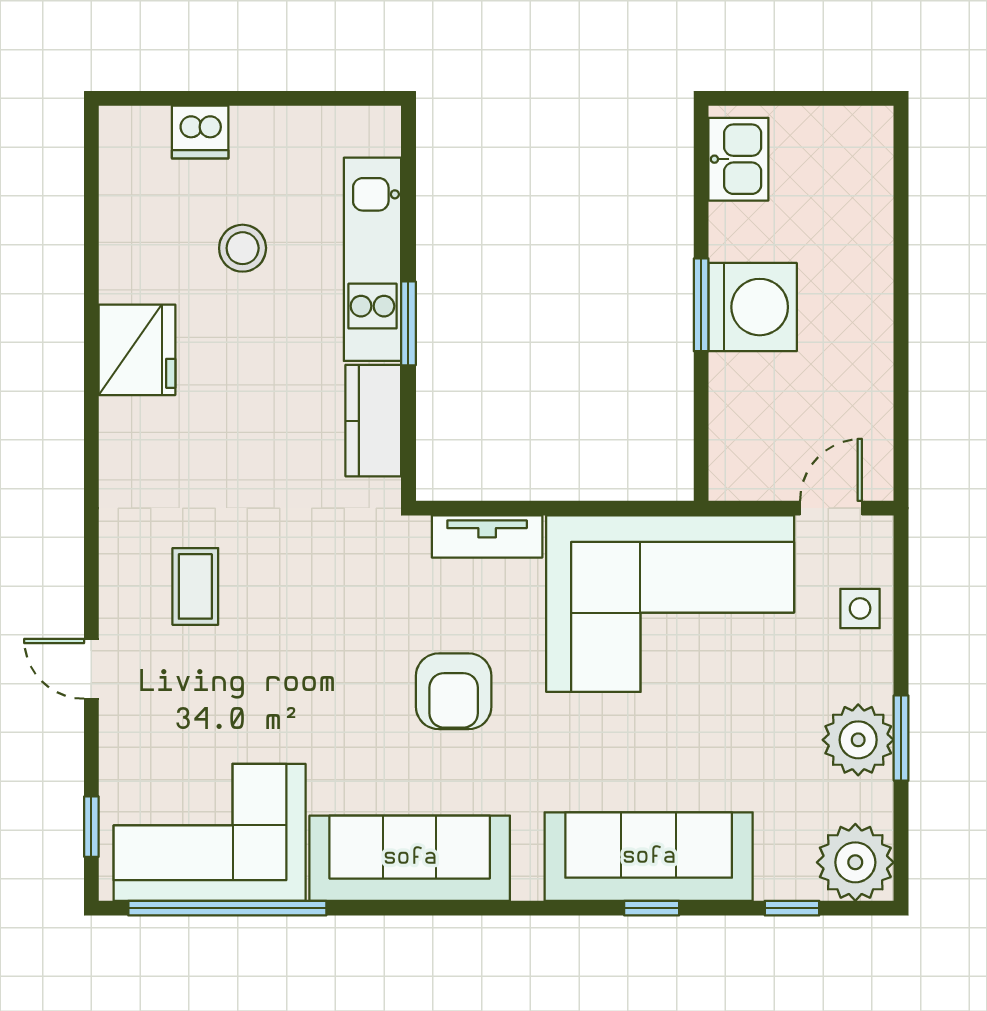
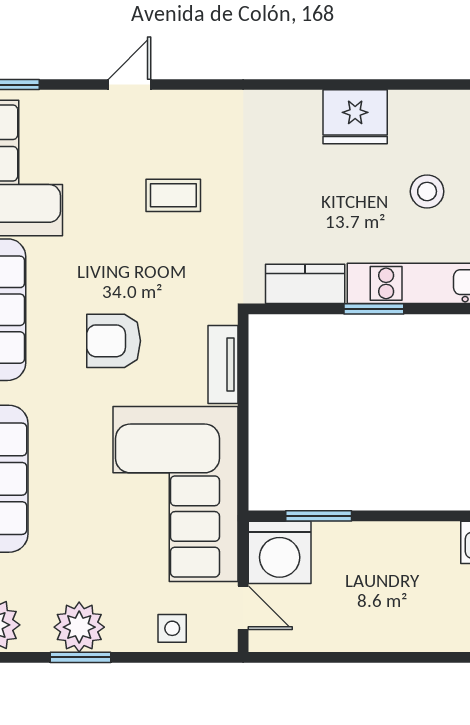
window: (701, 305) -> (319, 516), moved
washing machine: (753, 307) -> (280, 552), moved
coffee table: (195, 586) -> (173, 195), moved

